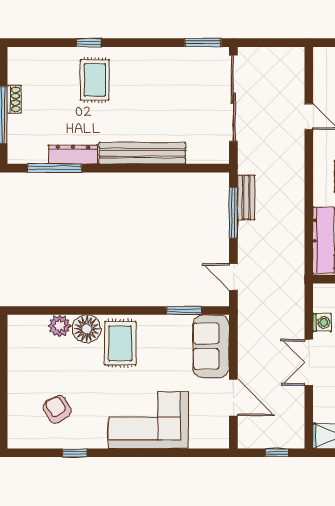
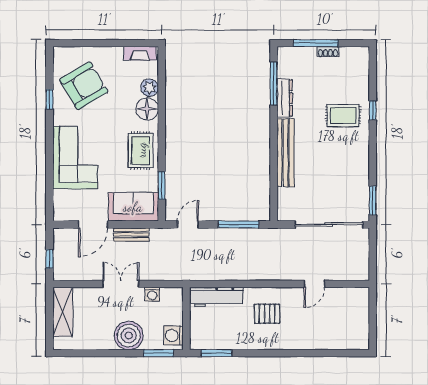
bench: (246, 197) -> (131, 235), moved
fireplace: (16, 338) -> (140, 53), added
rug: (120, 343) -> (141, 150), moved, turned 90
armchair: (57, 409) -> (84, 86), width x1.88, depth x1.88

